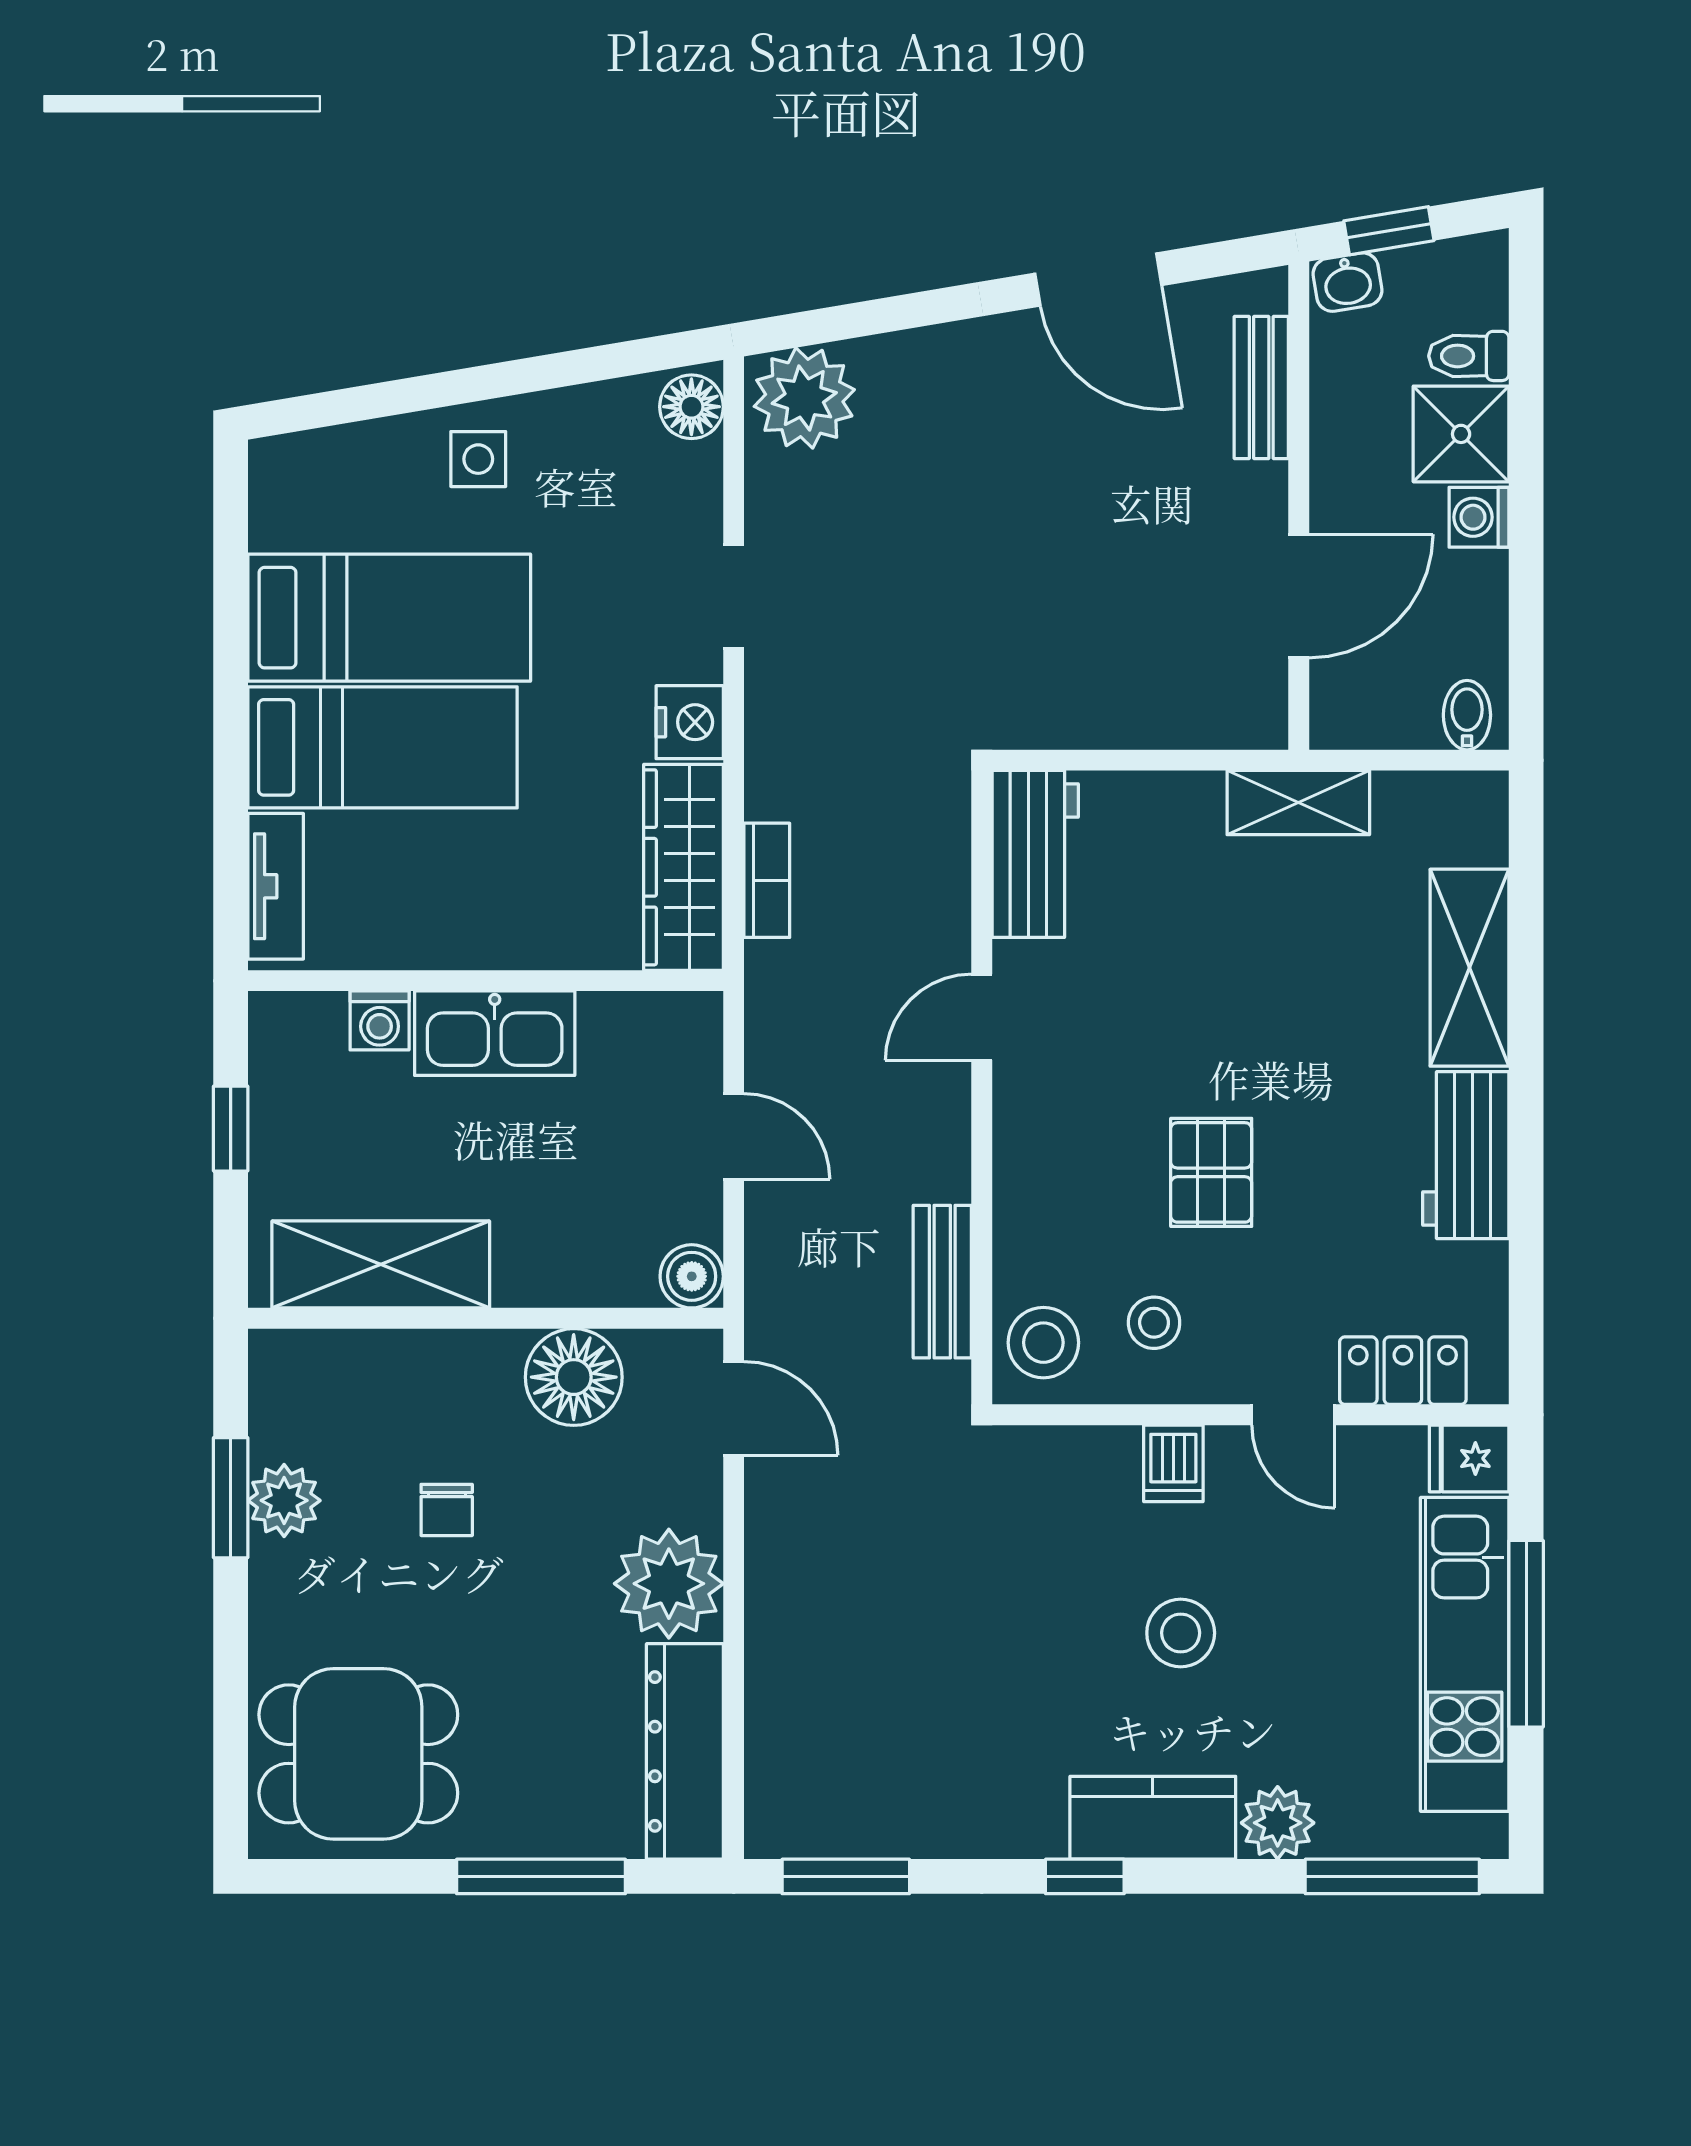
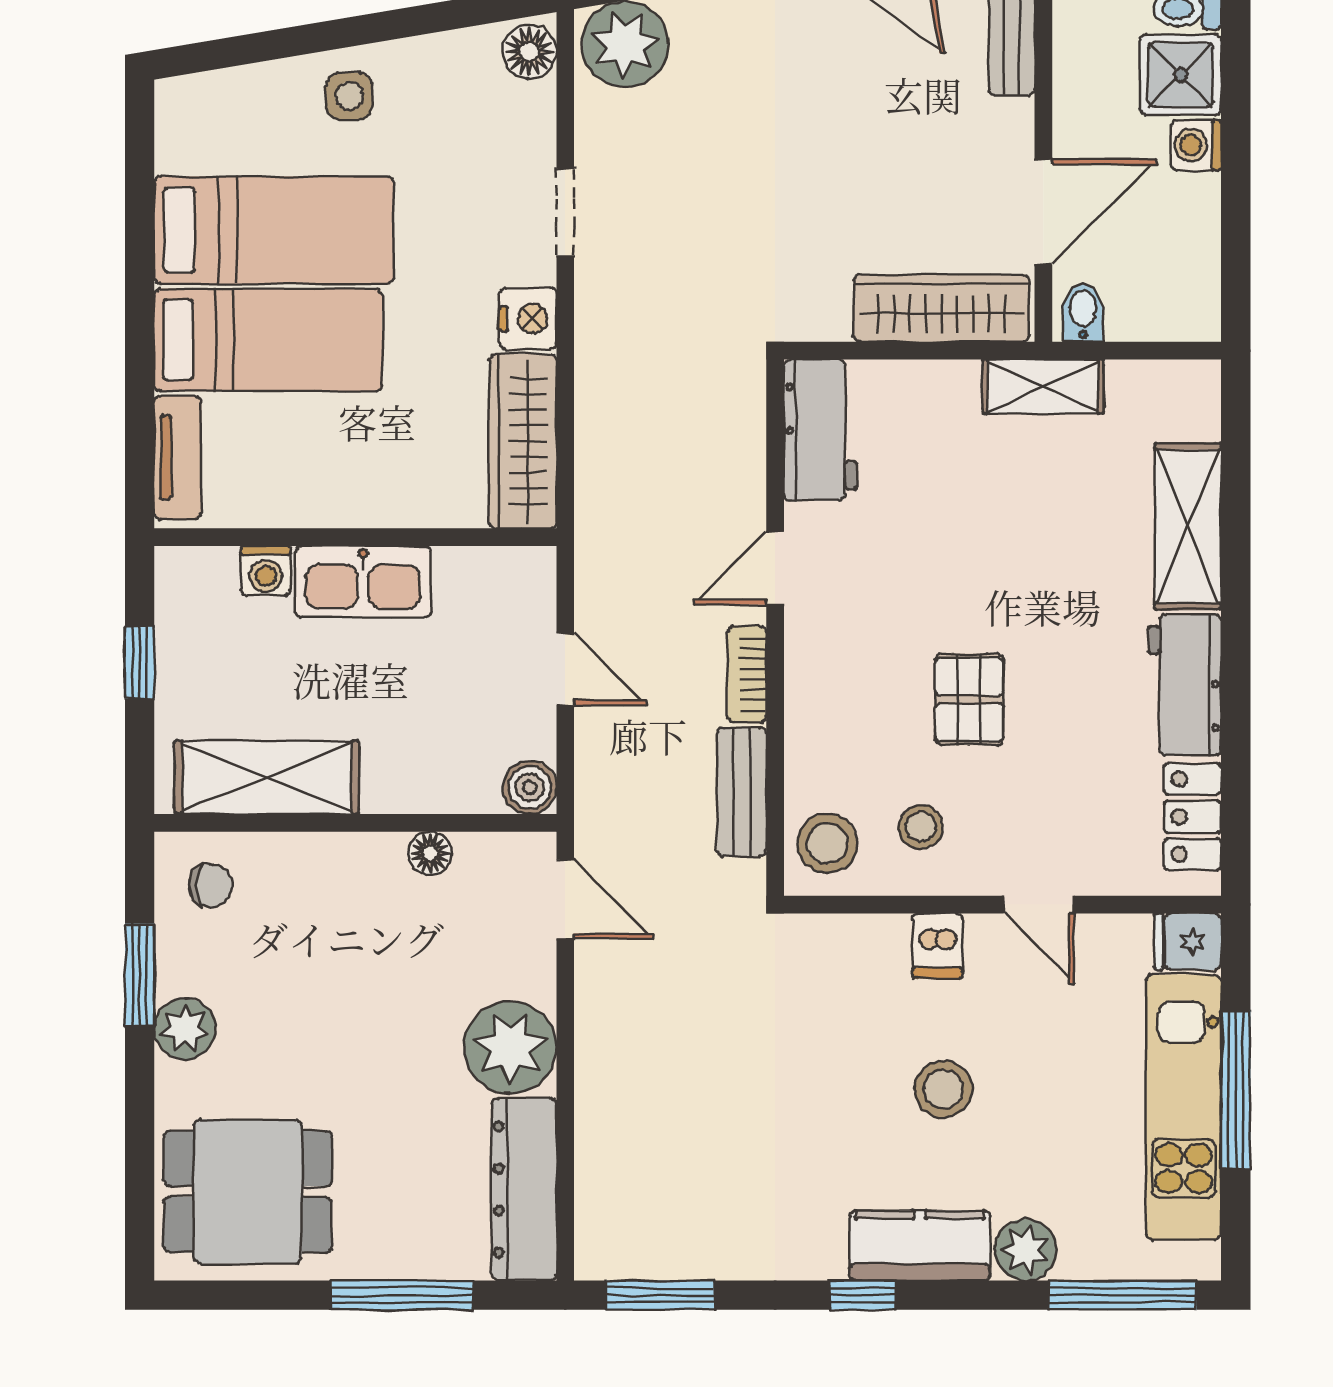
wardrobe: (1178, 710) -> (942, 308), added
bidet: (1467, 715) -> (1083, 313), moved
bookcase: (767, 880) -> (747, 674), moved, turned 180
locker: (1403, 1371) -> (1193, 817), moved, turned -90
floor lamp: (574, 1377) -> (430, 853), width x0.53, depth x0.53
plant: (284, 1500) -> (185, 1029), moved
chair: (447, 1510) -> (211, 885), moved, turned -90

